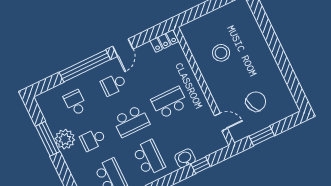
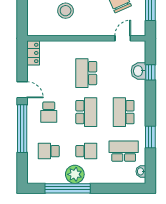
window: (48, 139) -> (68, 188), width x1.46
school desk: (93, 139) -> (86, 151), turned -90
school desk: (149, 158) -> (124, 112), turned -90
washbasin: (185, 158) -> (138, 71), moved

